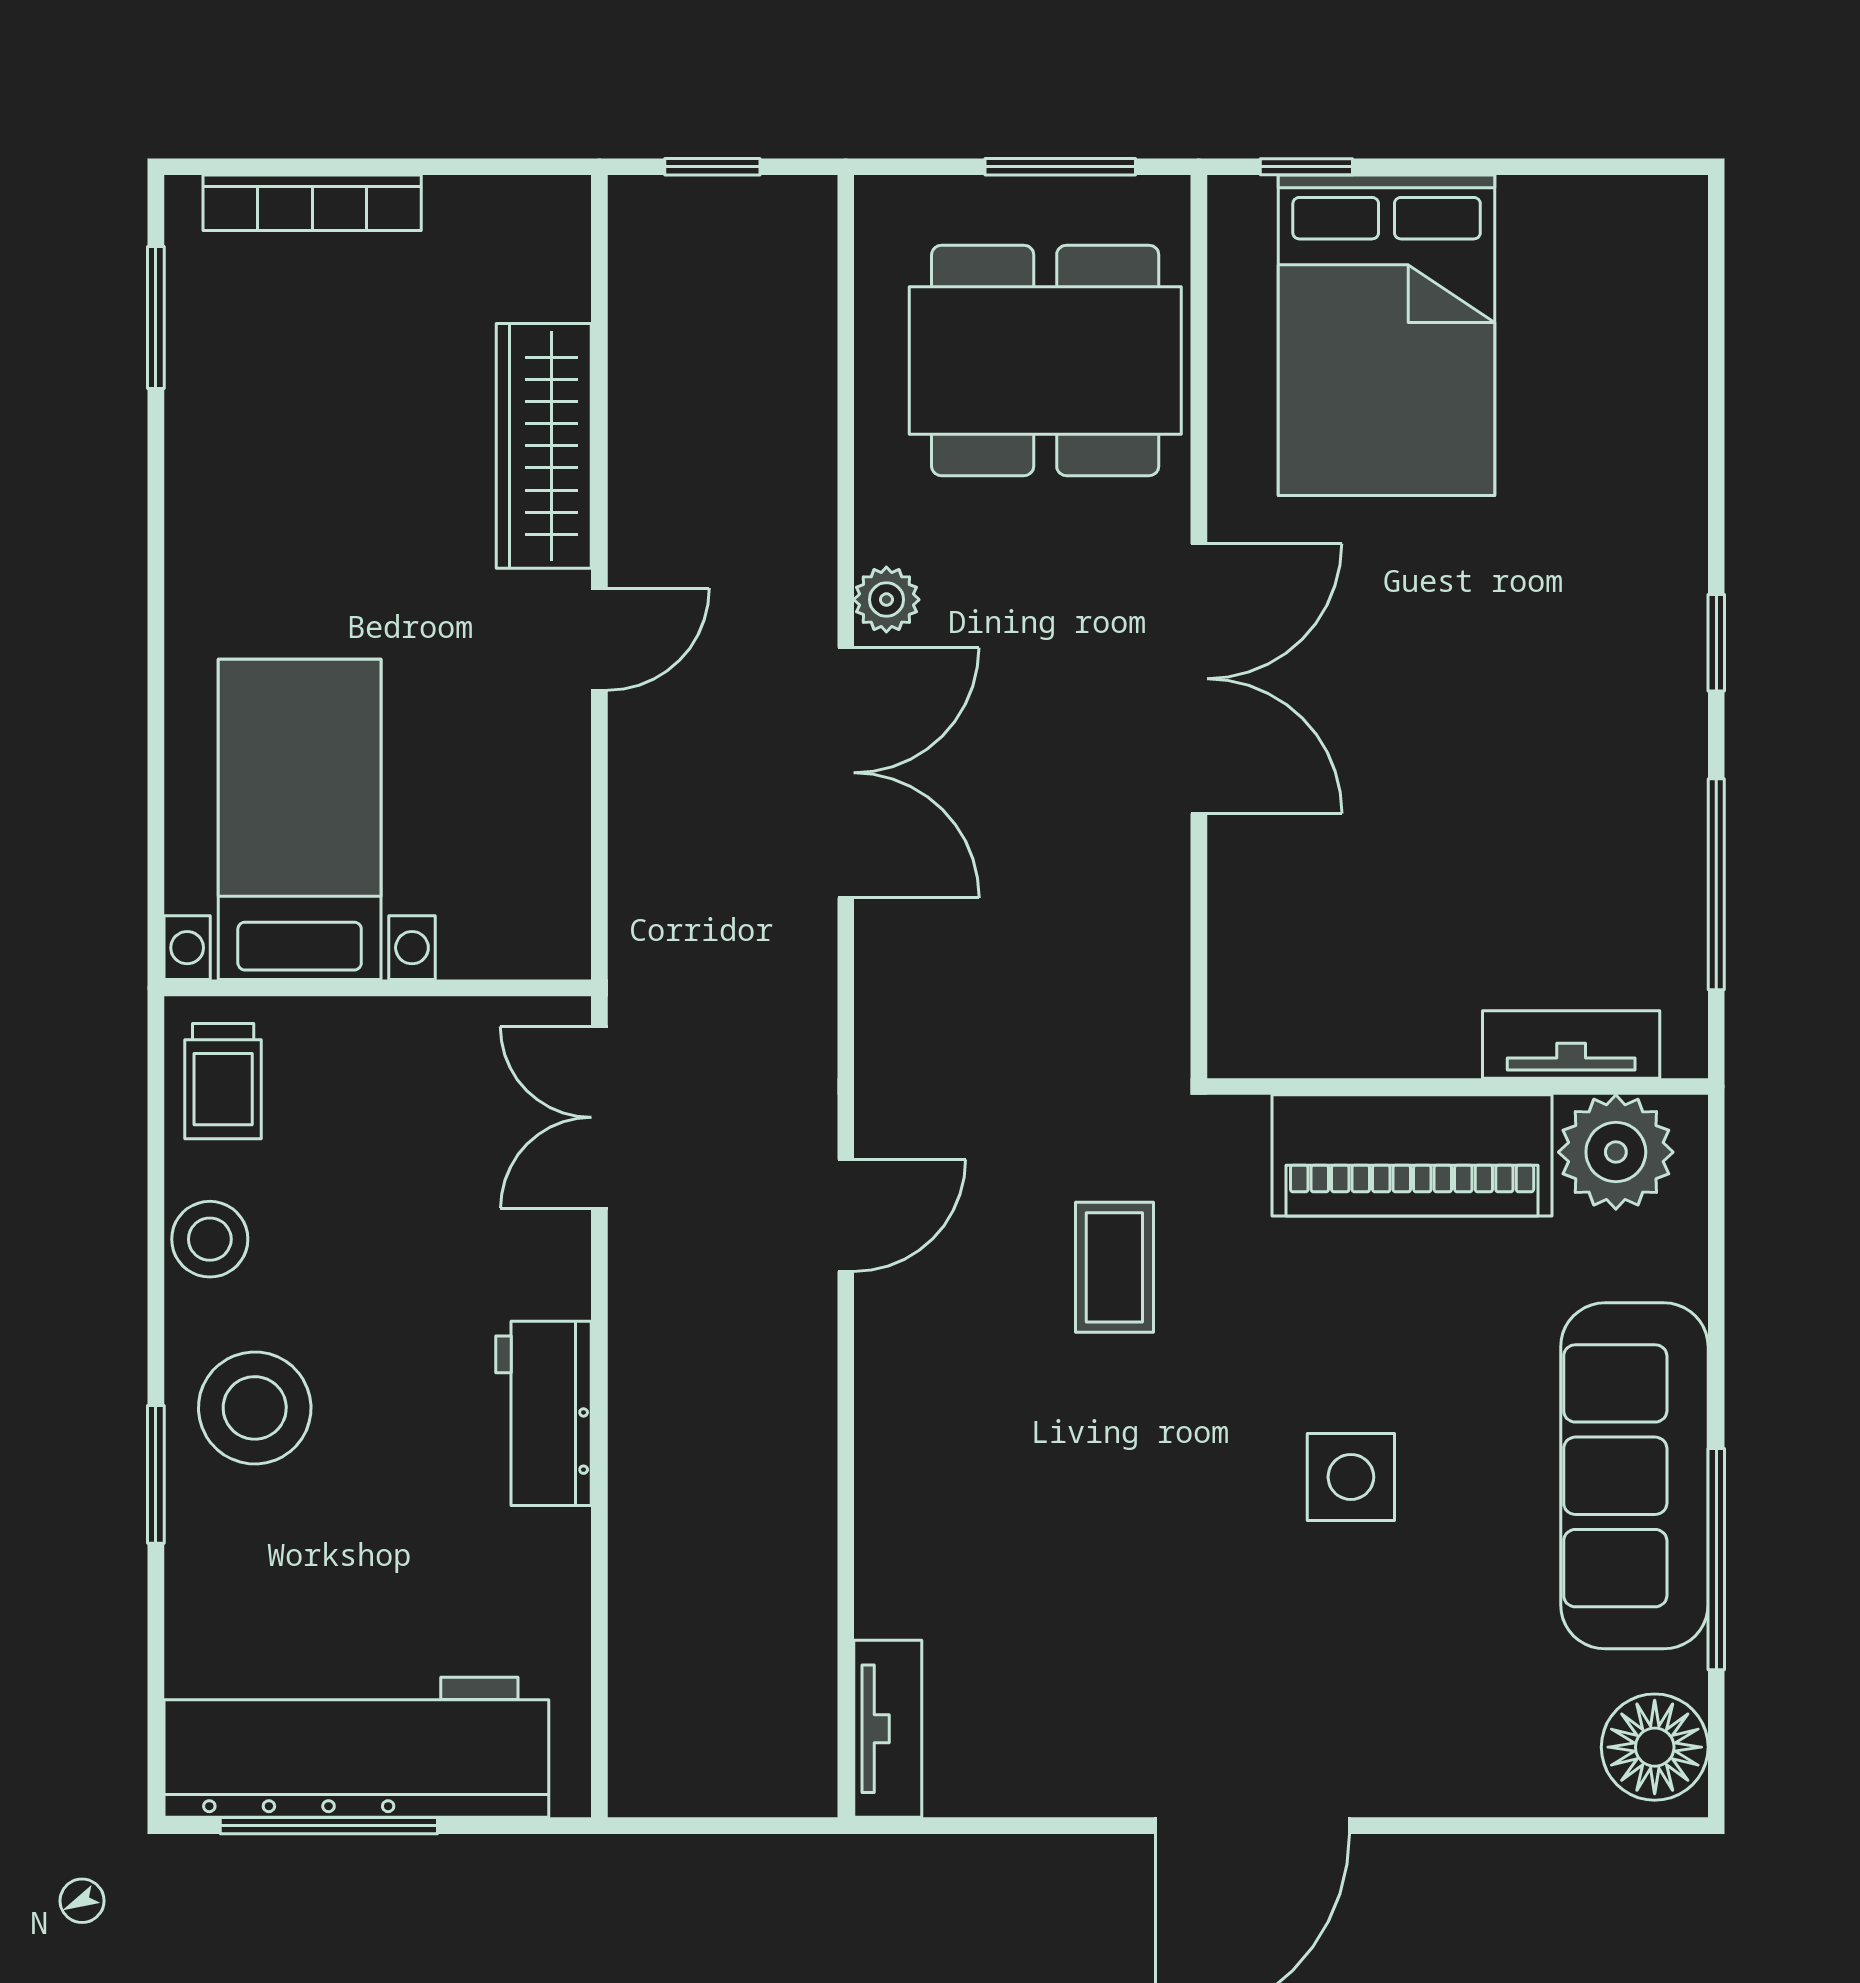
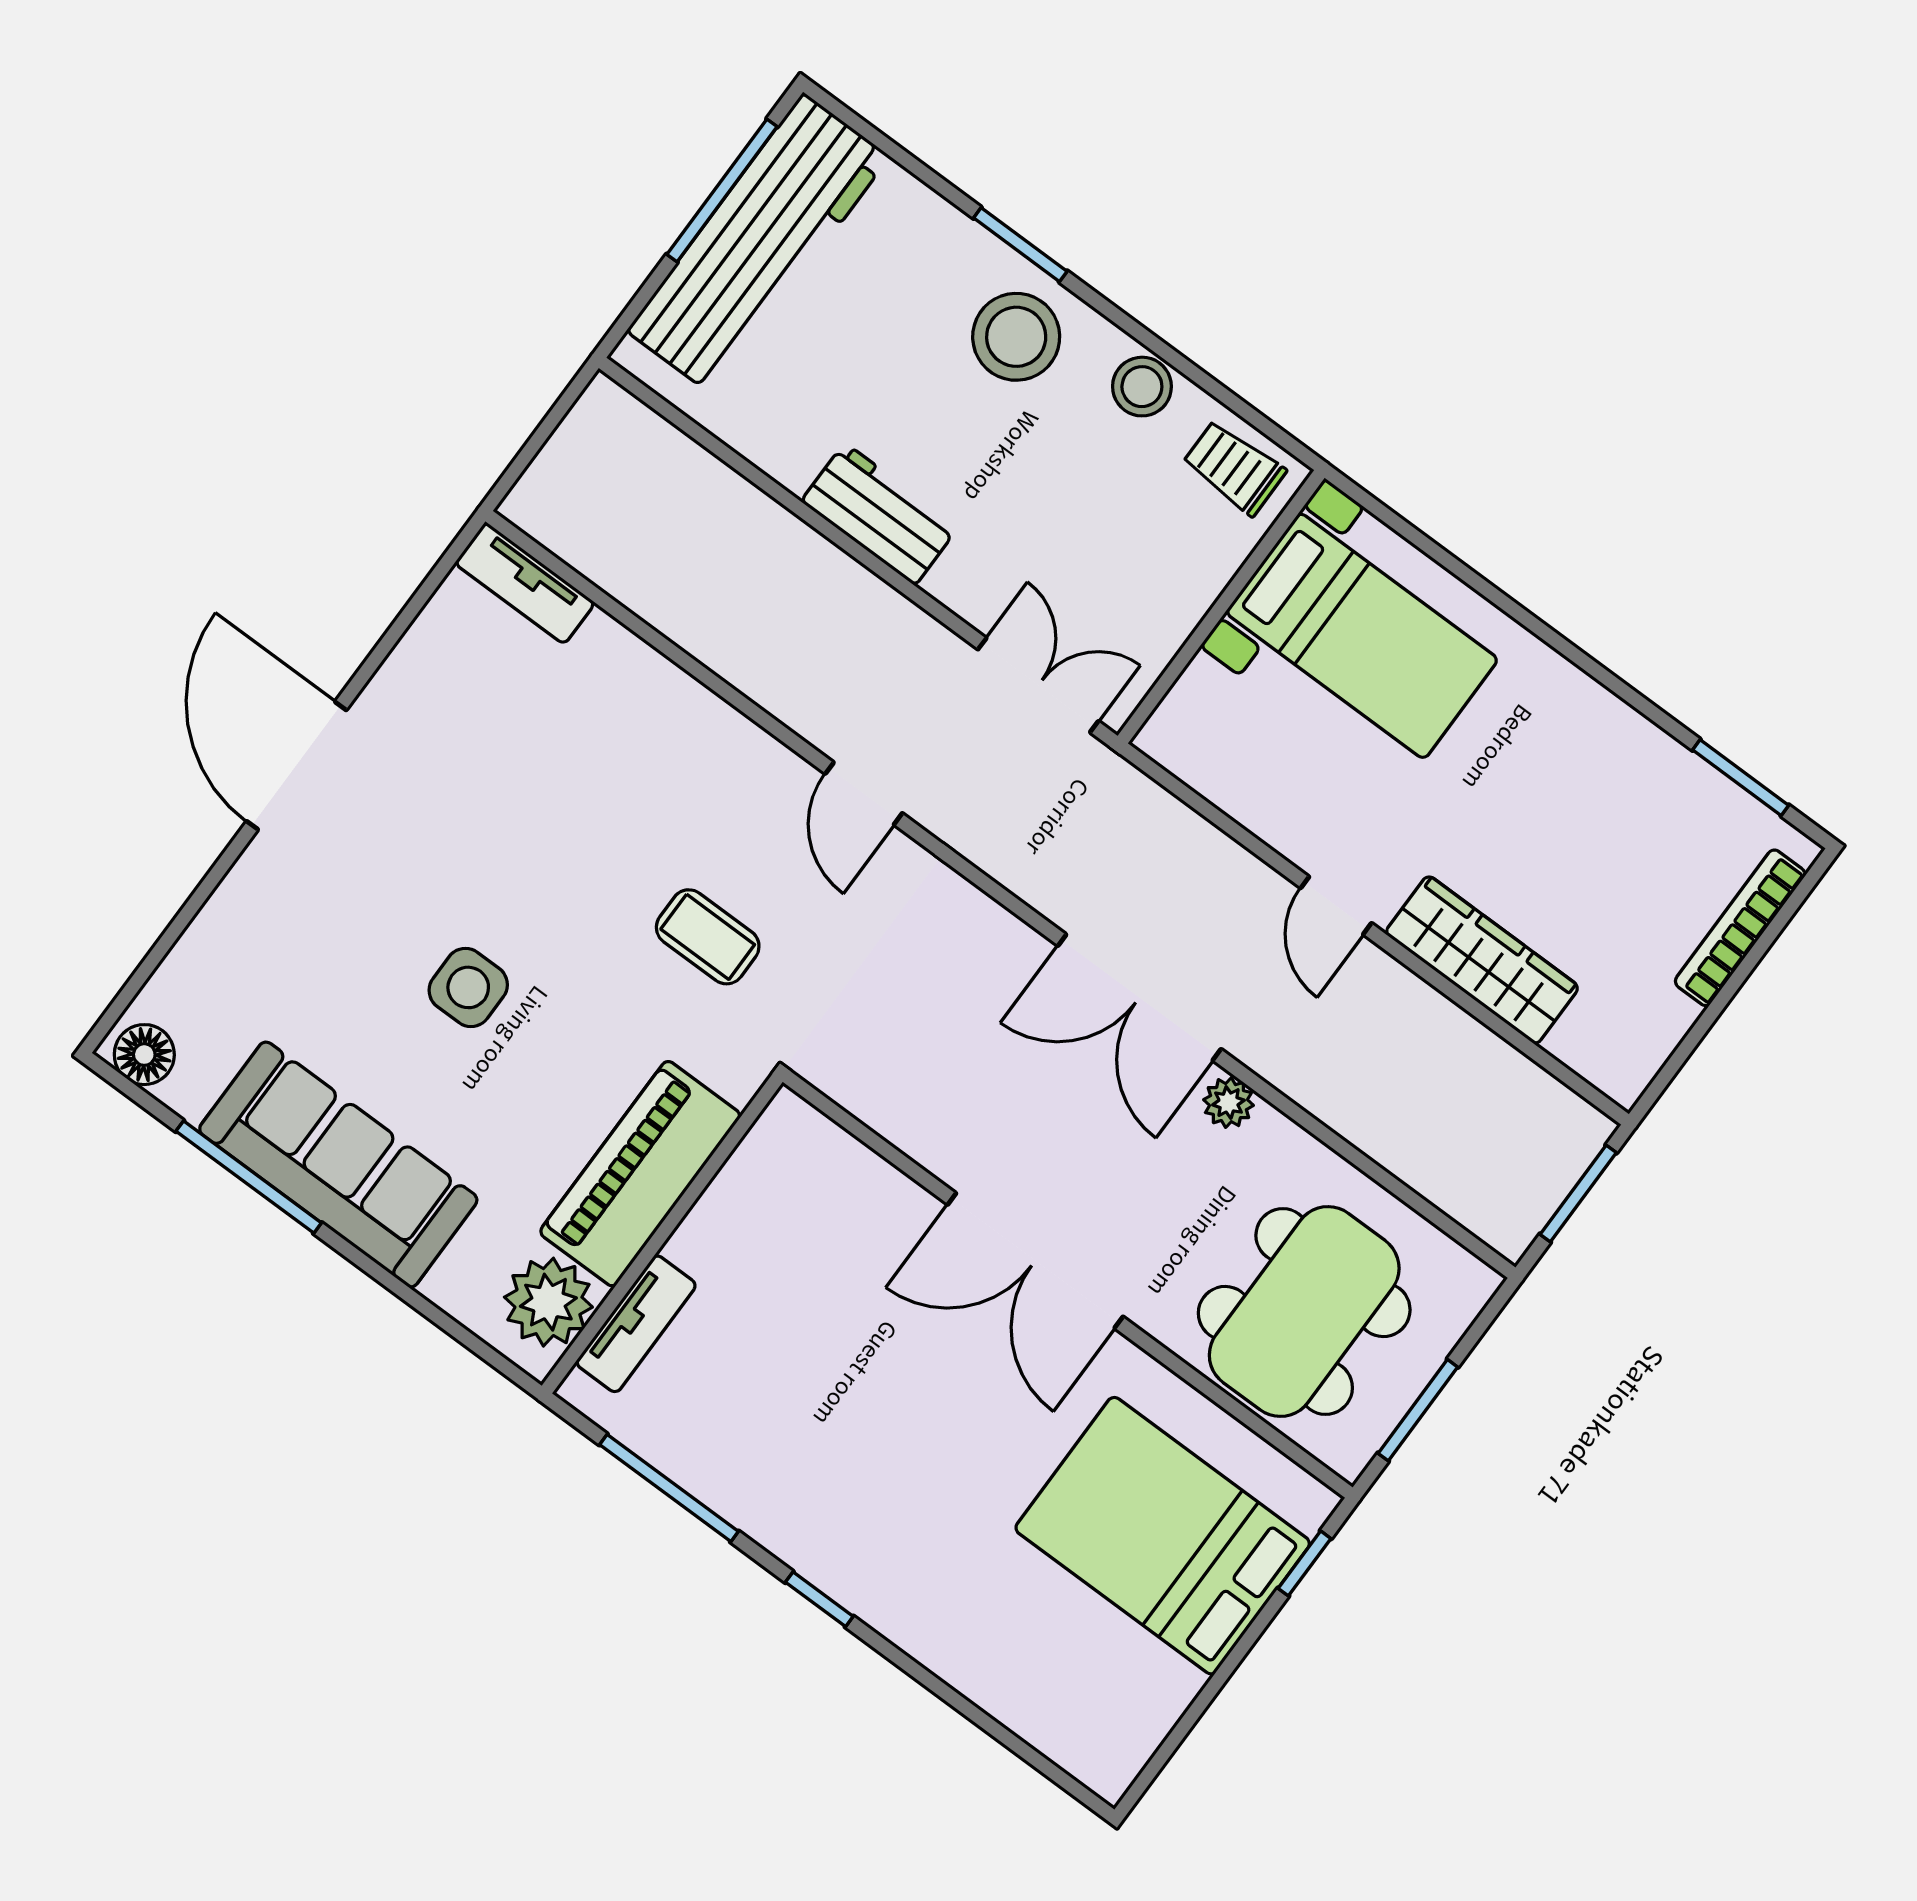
window: (712, 167) -> (1578, 1194), width x1.50
floor lamp: (1655, 1747) -> (144, 1055), width x0.73, depth x0.73

